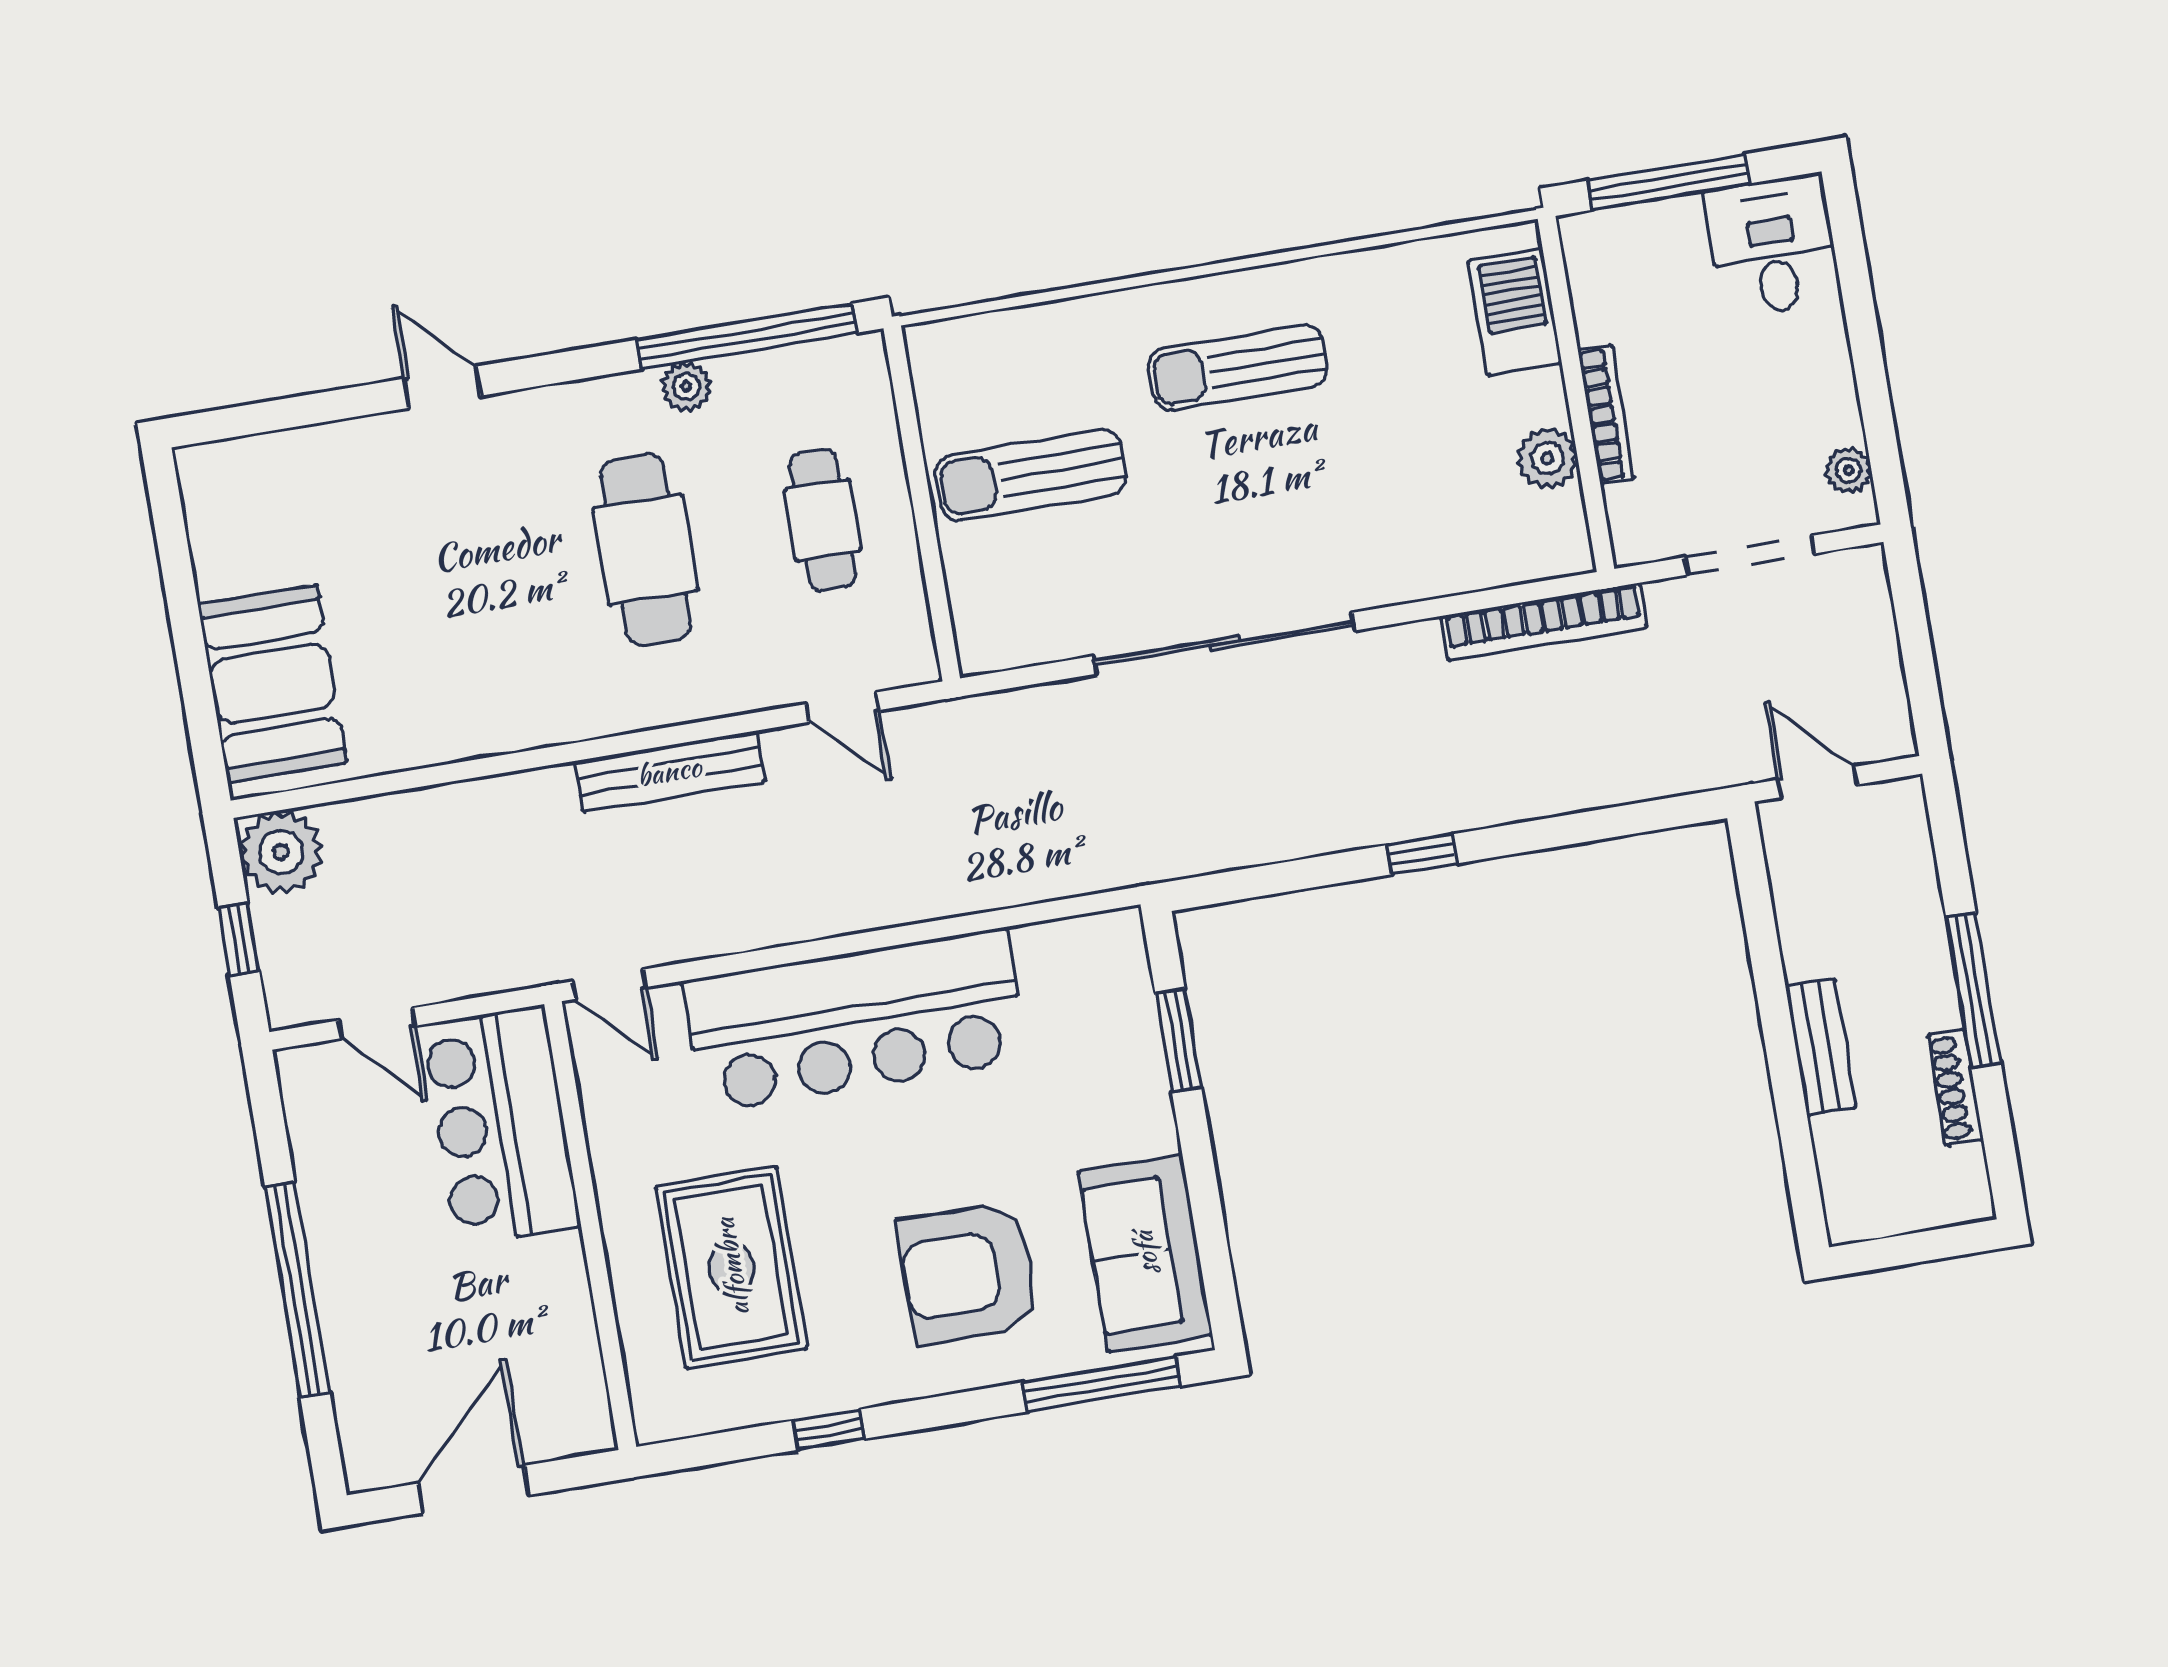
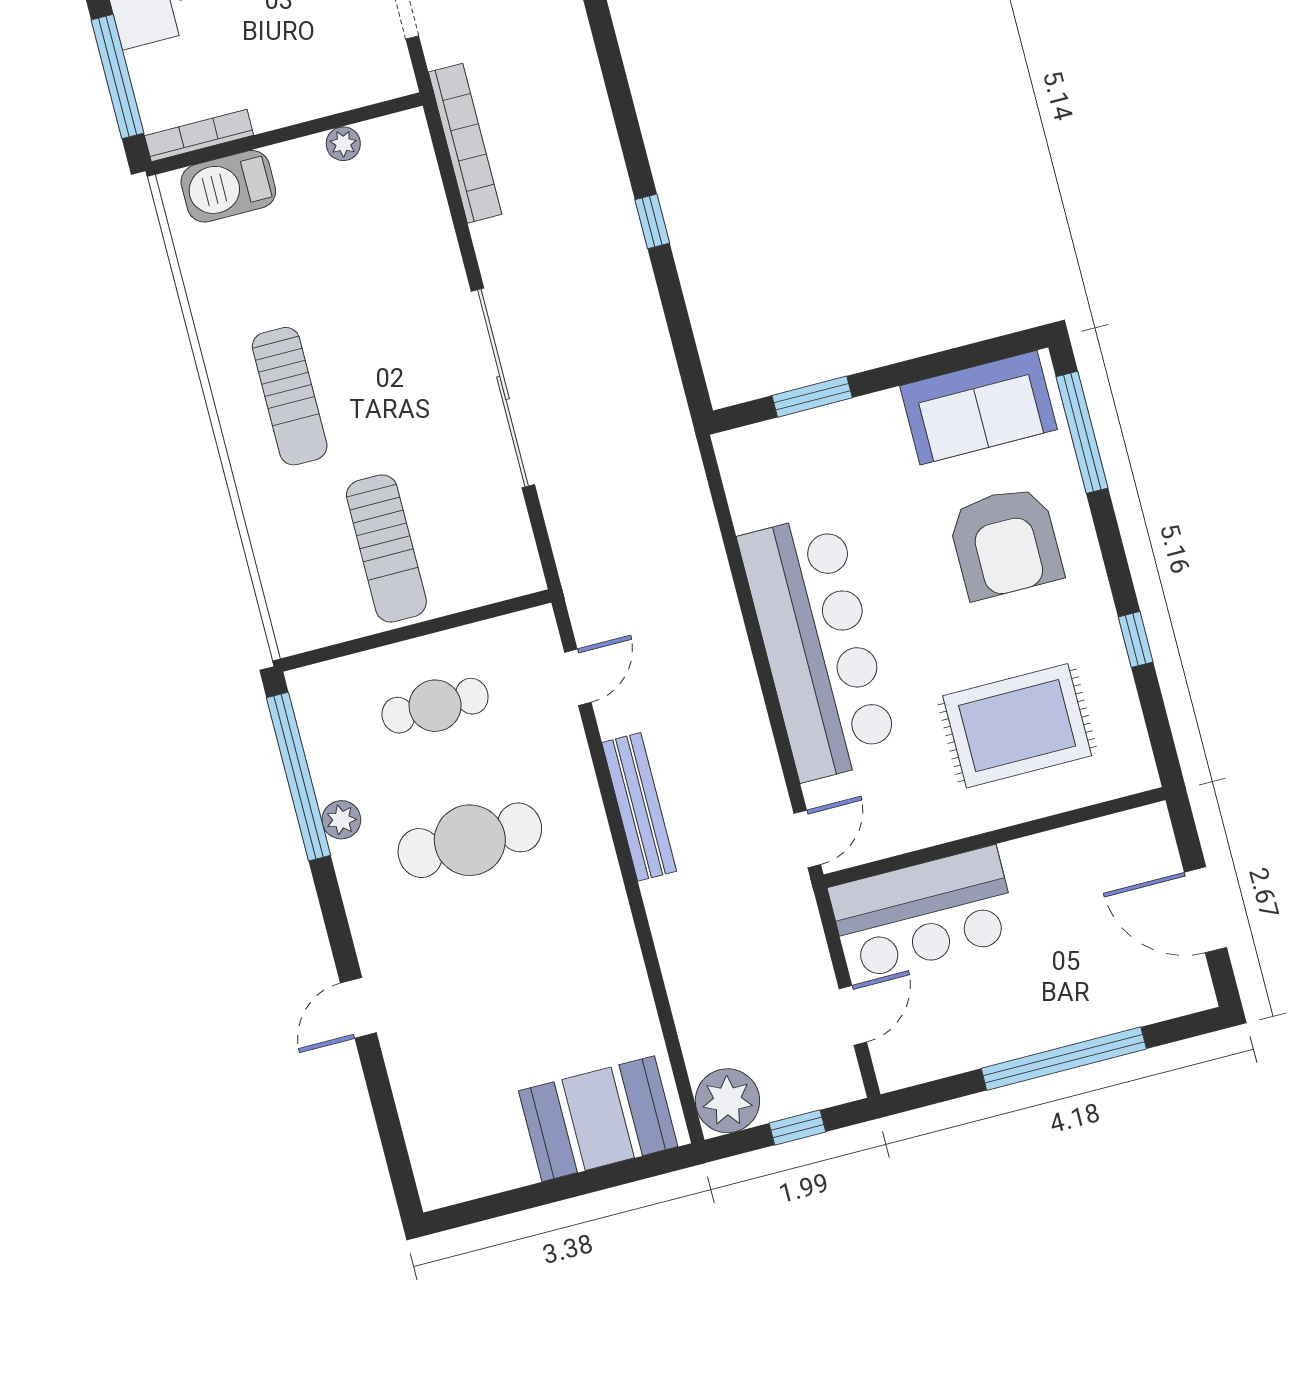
bookcase: (1606, 414) -> (199, 135), moved
plant: (1547, 458) -> (343, 144), width x0.73, depth x0.73

